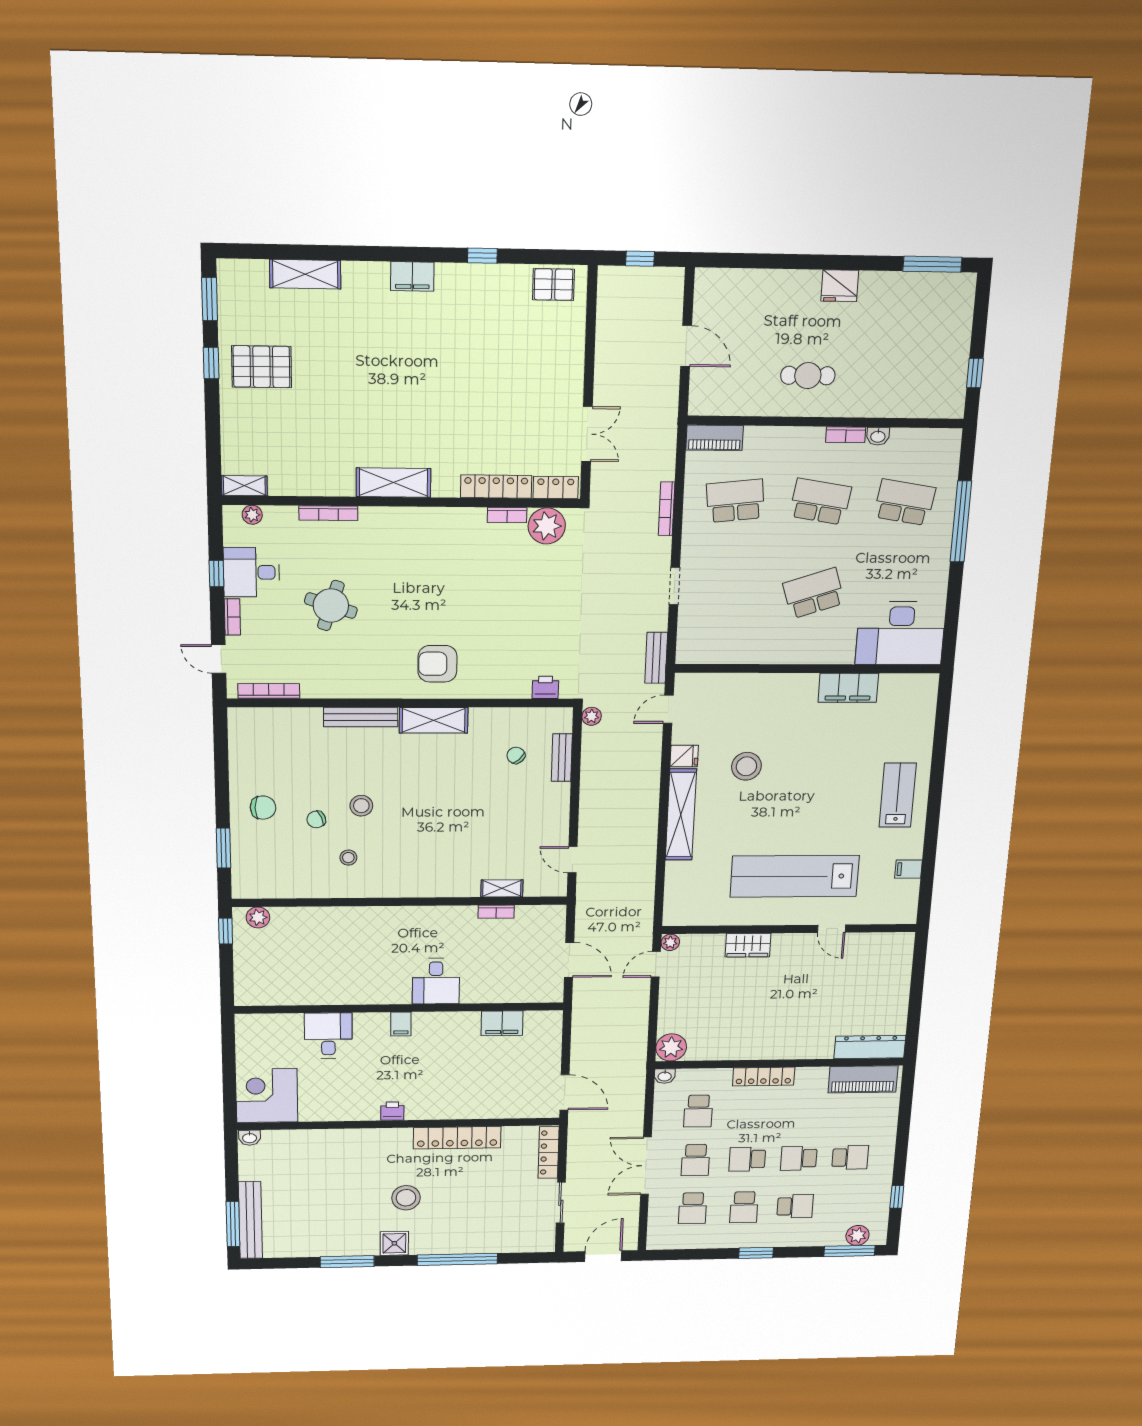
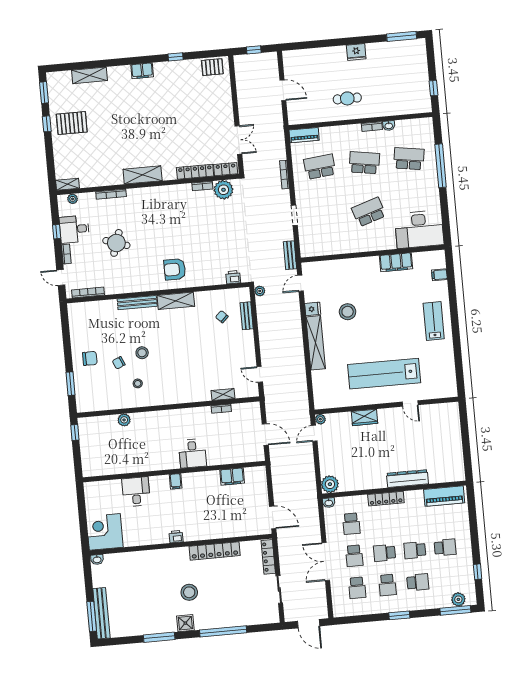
filing cabinet: (908, 869) -> (439, 275), moved
plant: (258, 917) -> (124, 420), moved
dresser: (870, 1047) -> (407, 479), moved
door: (603, 1256) -> (309, 624), swing flipped

